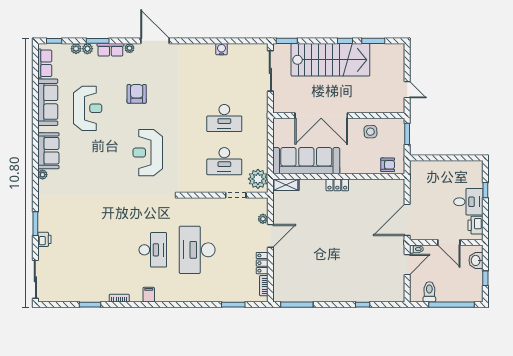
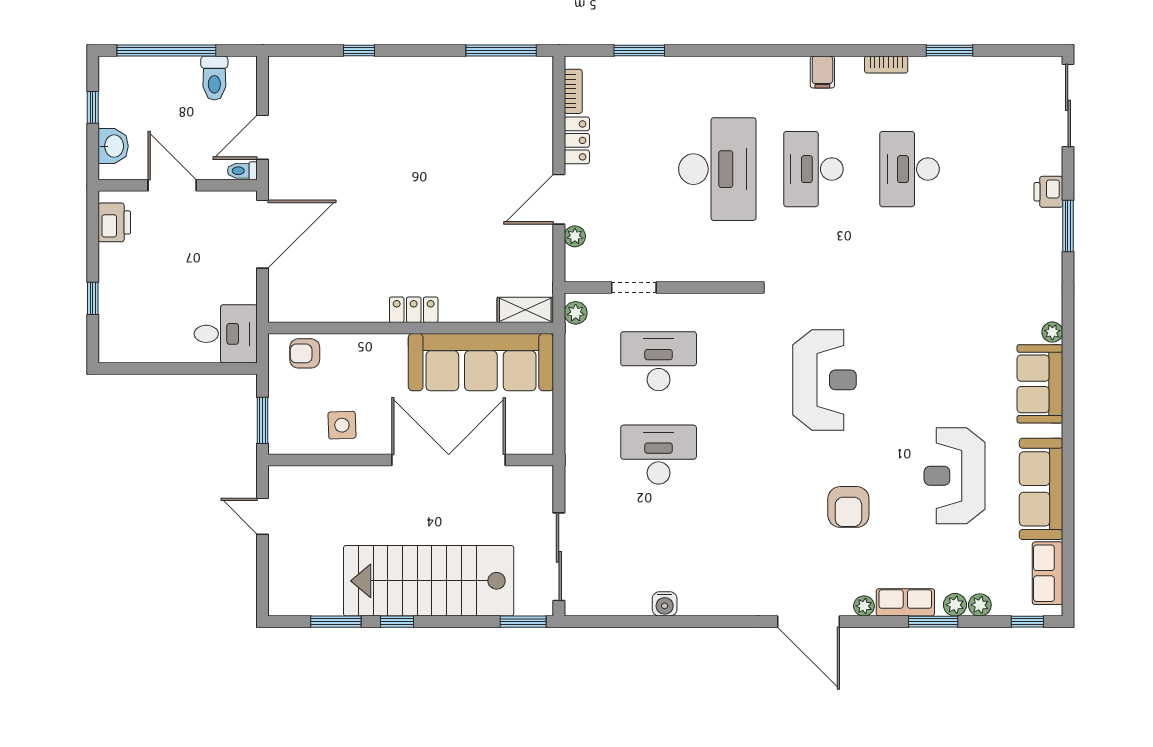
plant: (258, 179) -> (576, 313), width x0.53, depth x0.53
desk: (468, 202) -> (226, 334), moved, turned 180
desk: (108, 250) -> (910, 169), added

